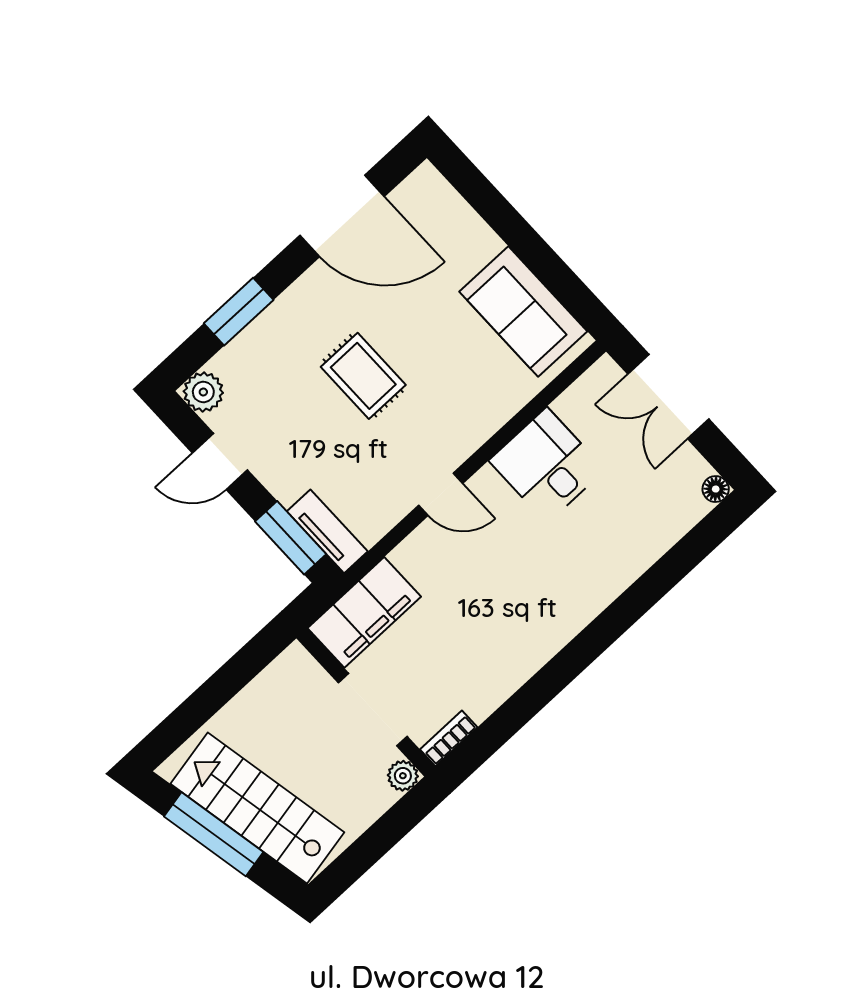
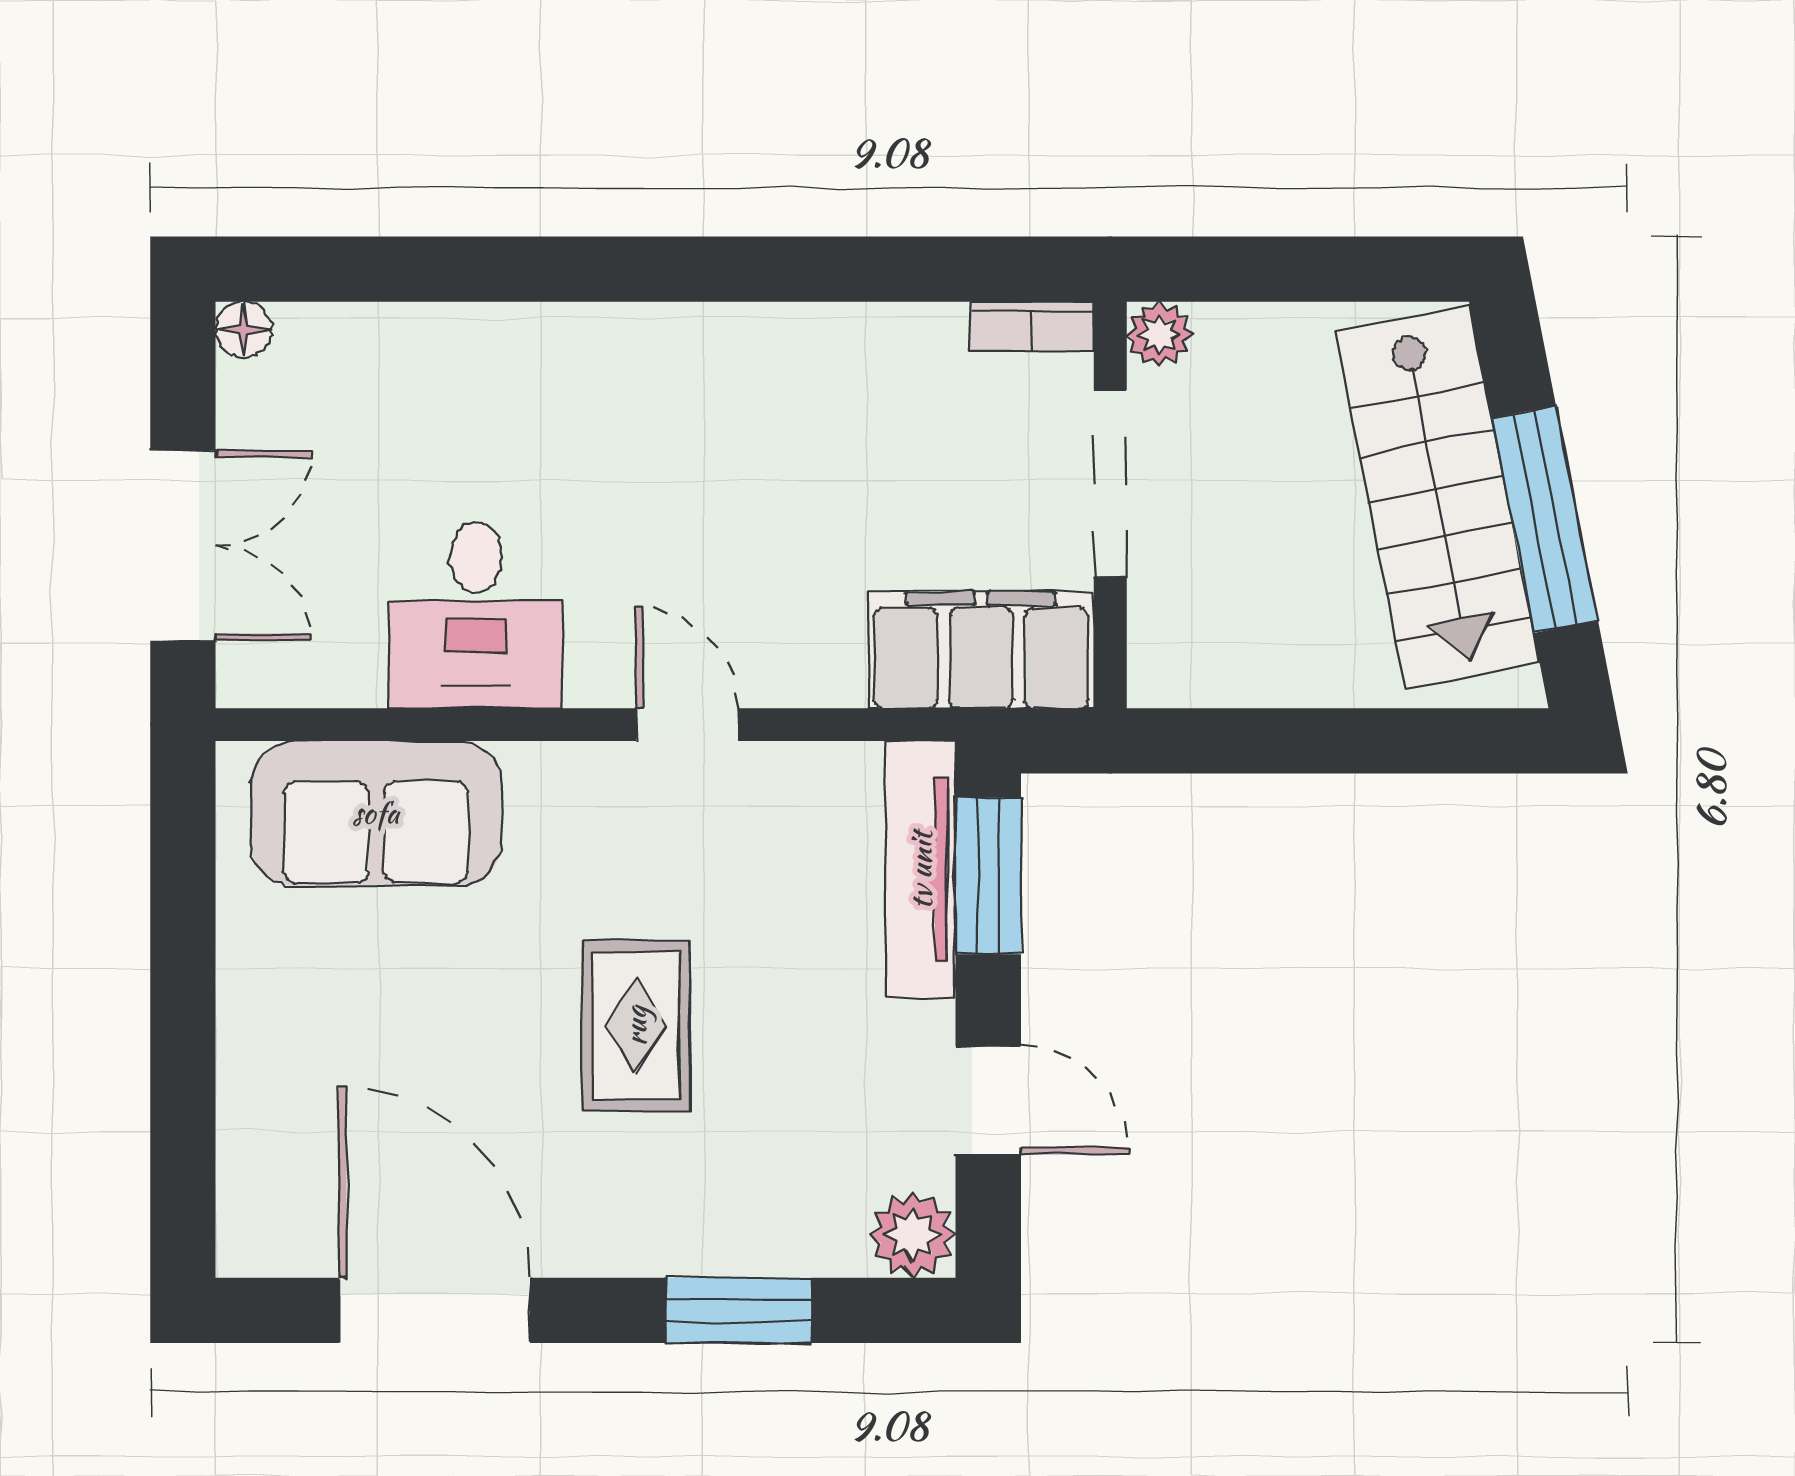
sofa: (523, 311) -> (376, 813), moved, turned 90
tv unit: (327, 531) -> (921, 870), width x1.41

